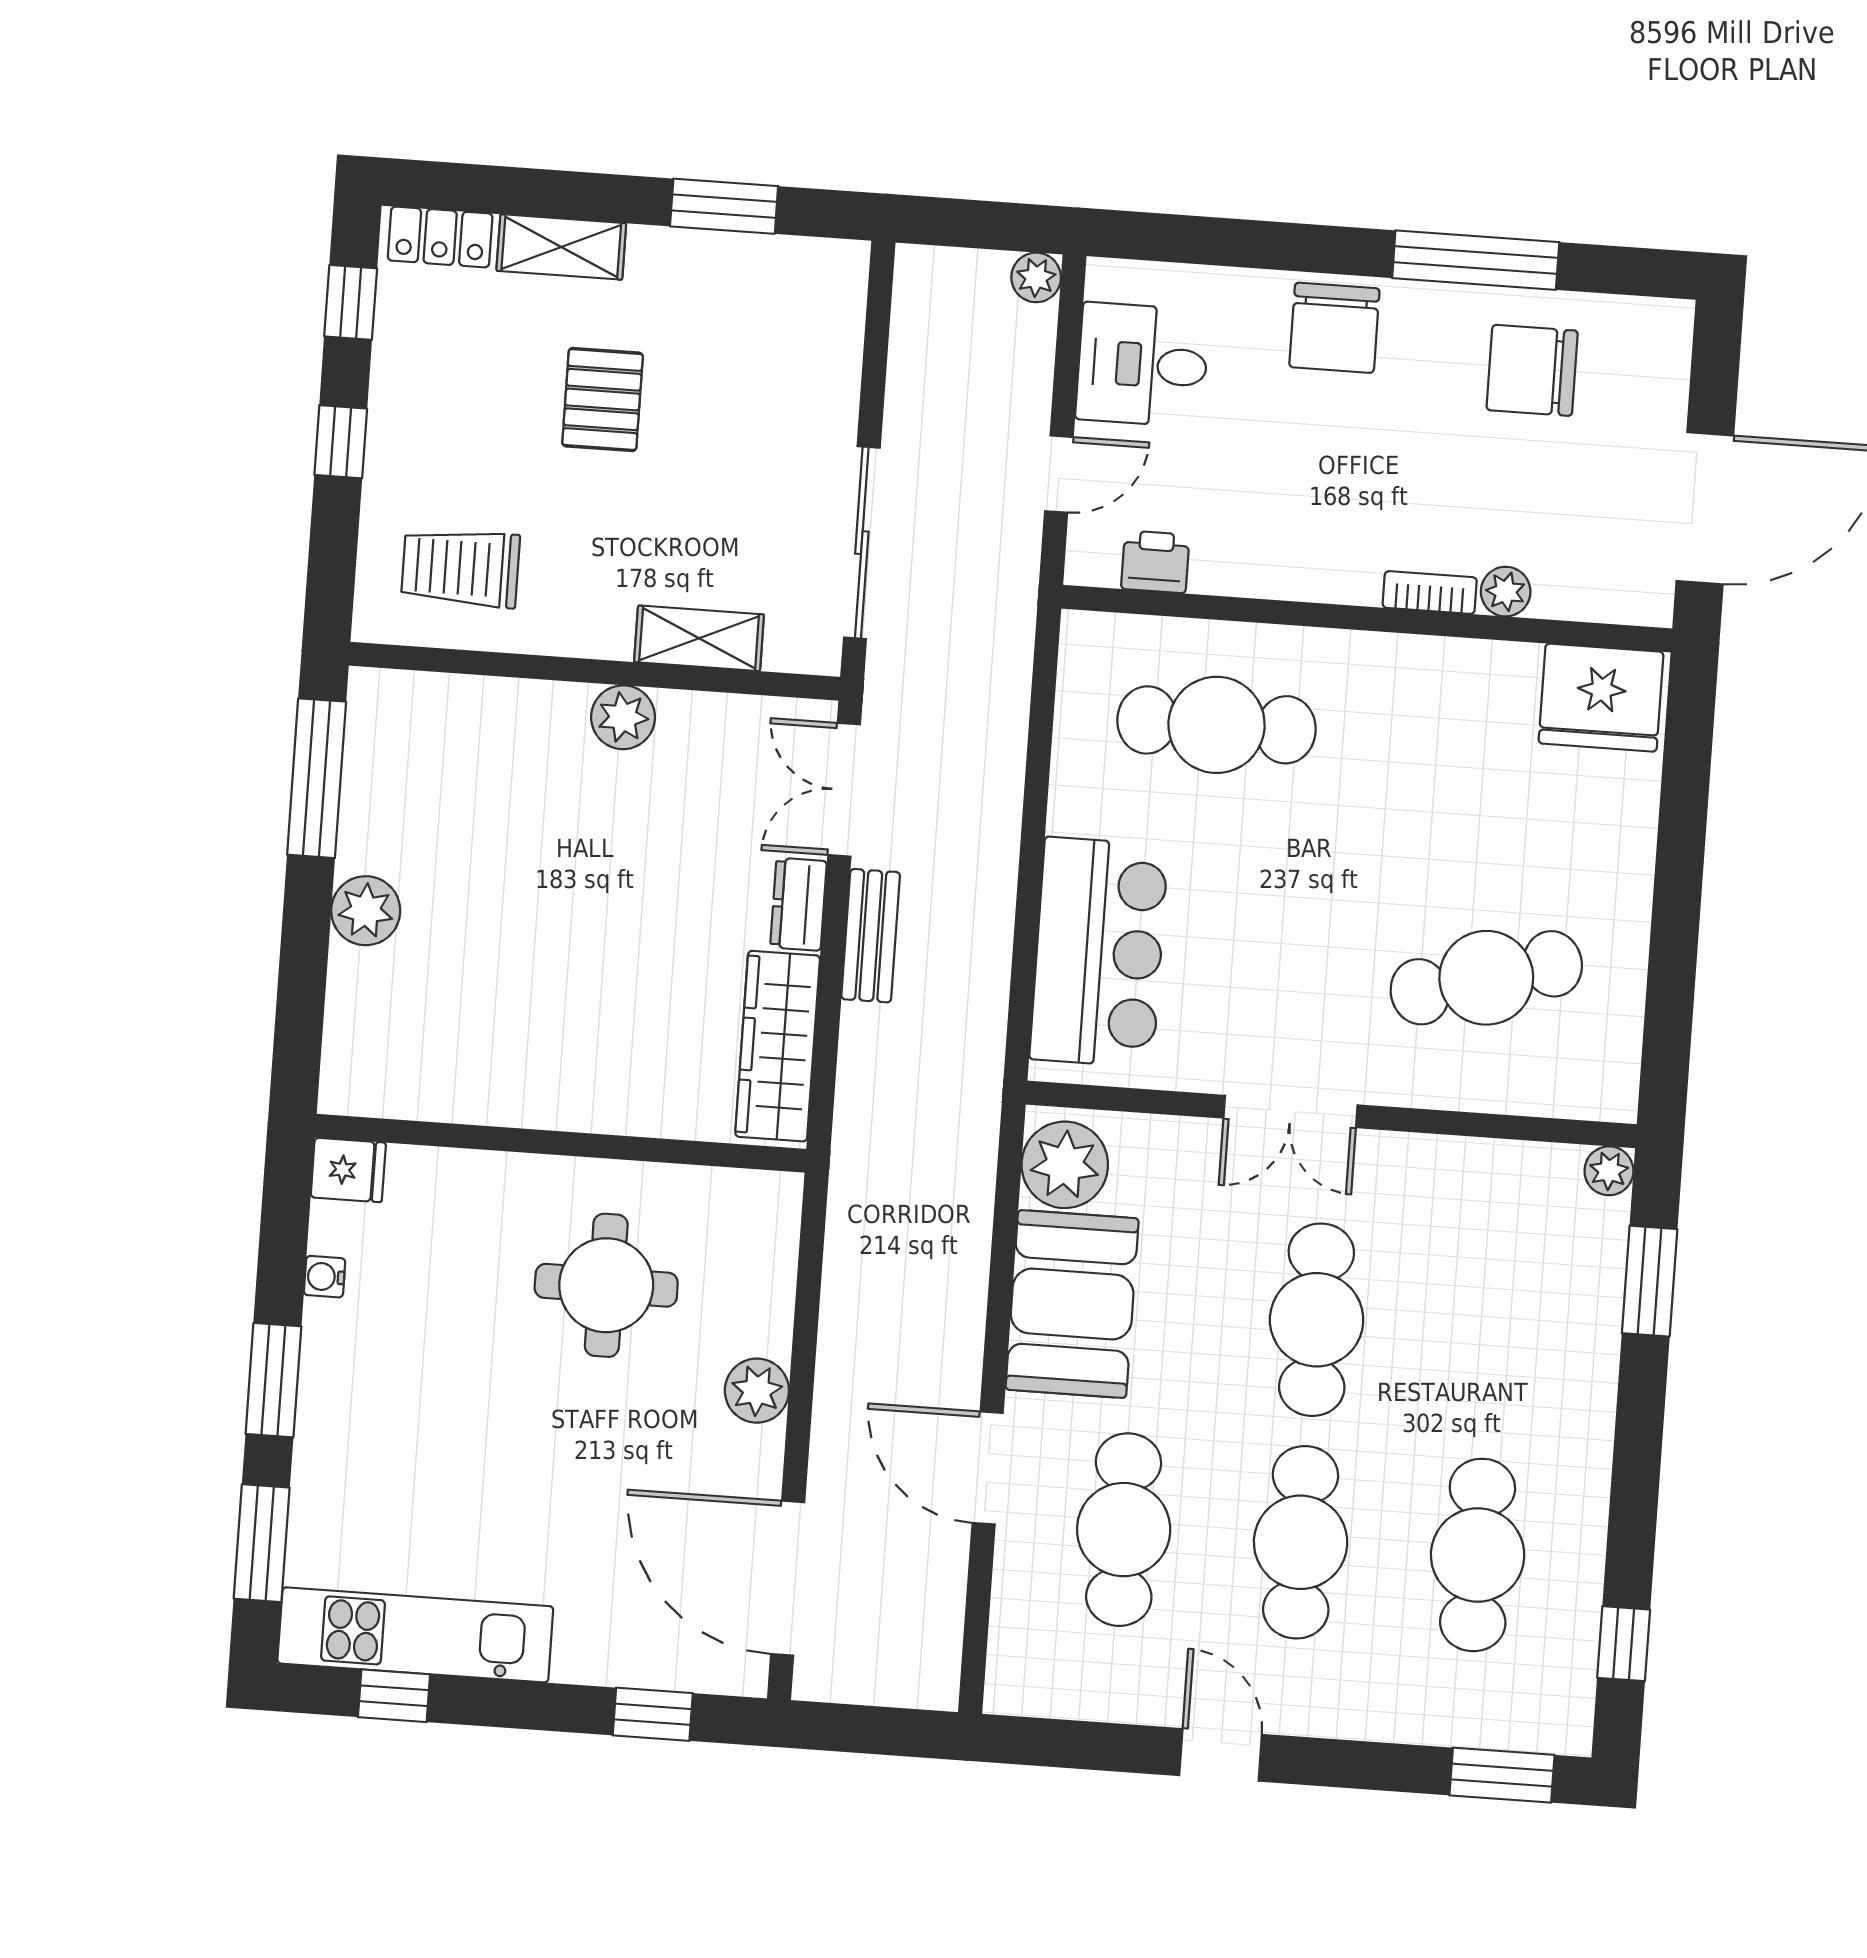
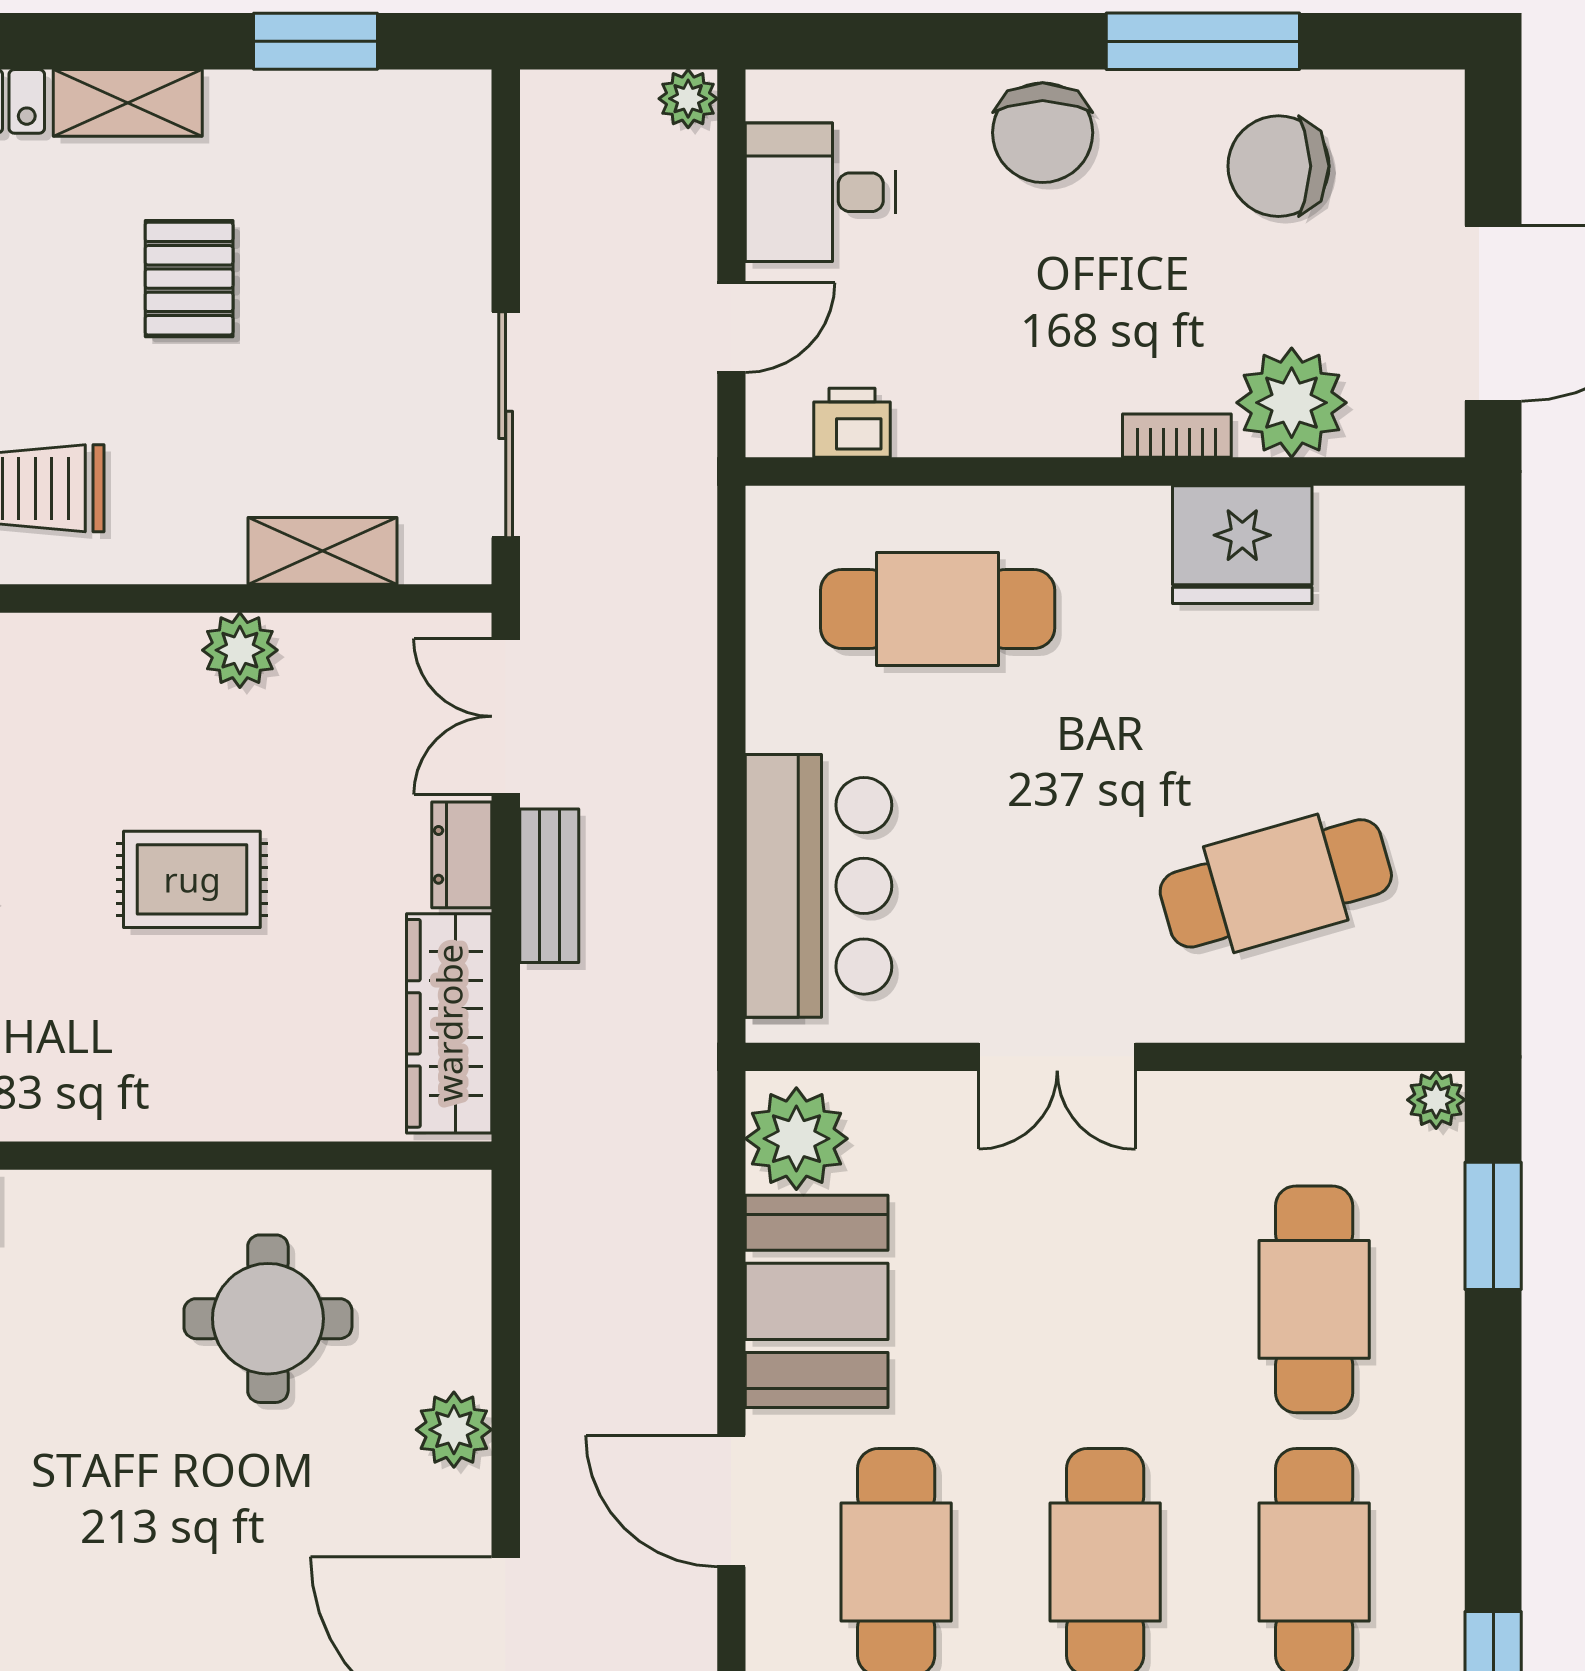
plant: (1506, 592) -> (1292, 403), width x1.87, depth x1.87
fridge: (1601, 698) -> (1242, 545), moved
rug: (568, 909) -> (192, 879), added
cafe table: (1317, 1320) -> (1314, 1299), moved

